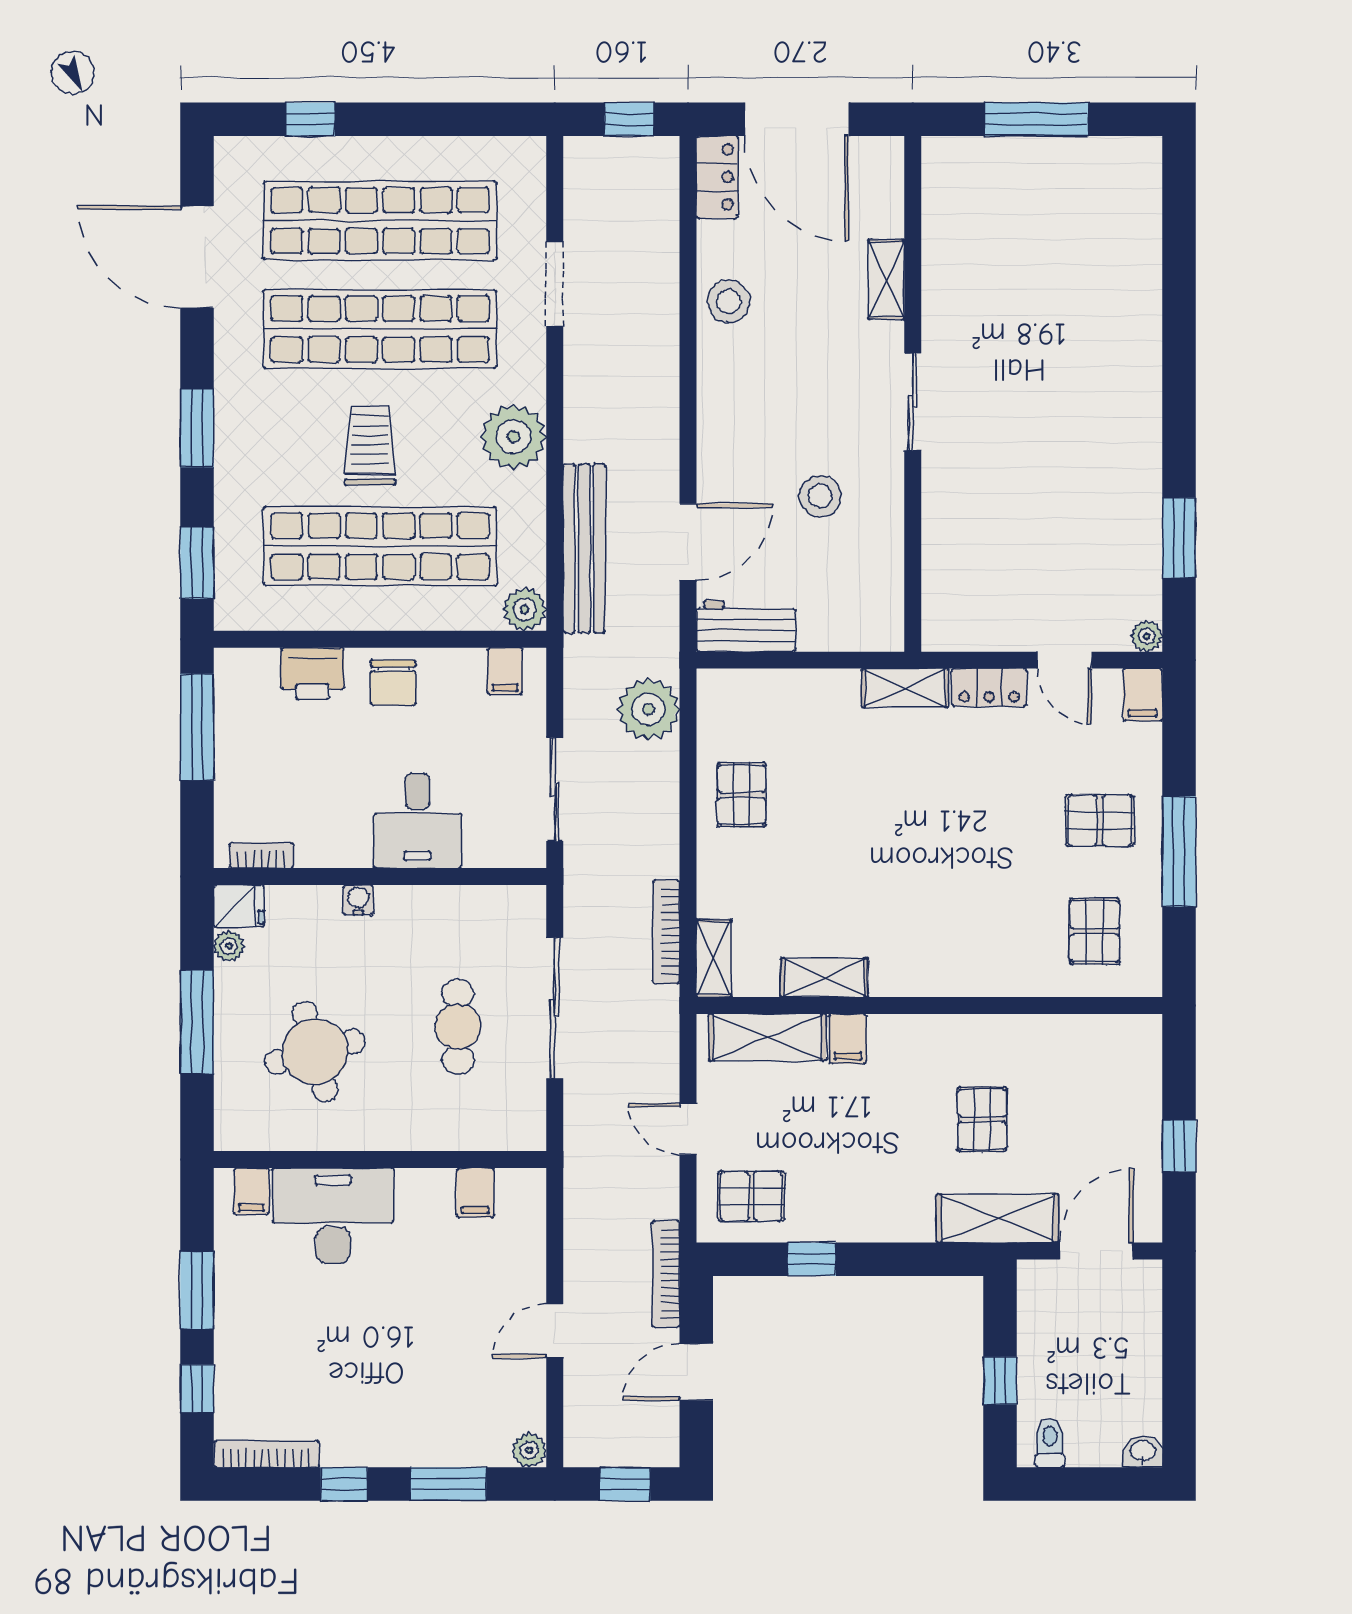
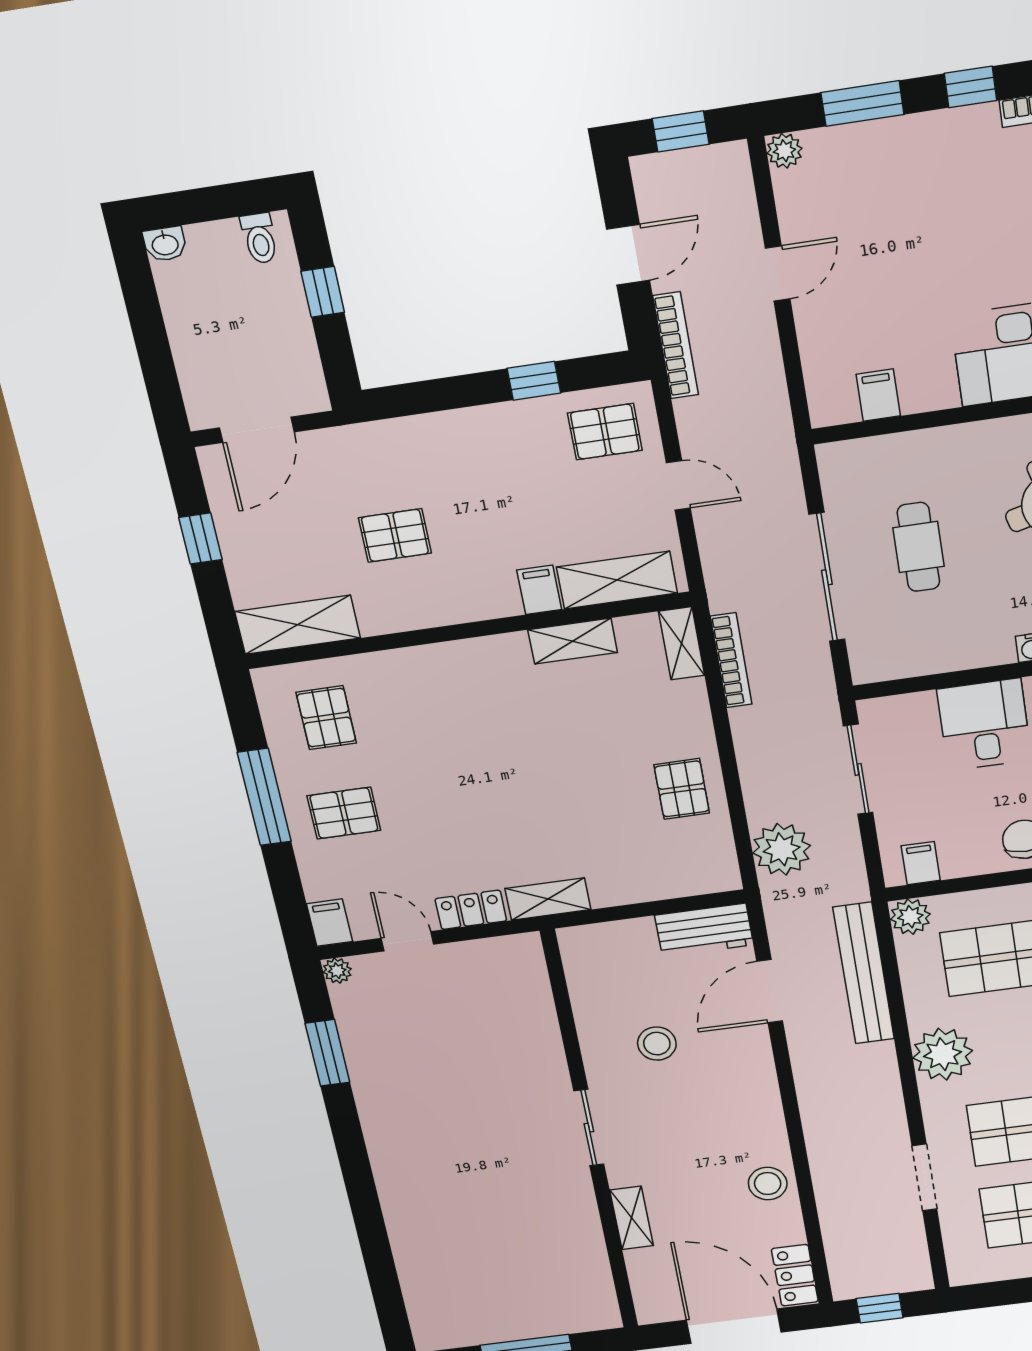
pallet: (982, 1119) -> (395, 535), turned 90
shelving: (997, 1218) -> (298, 625), moved

